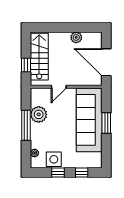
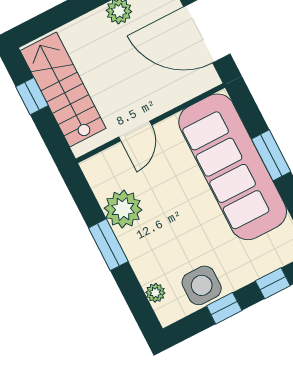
window: (26, 65) -> (32, 96), moved
window: (26, 125) -> (108, 245), width x0.69

